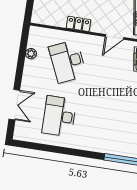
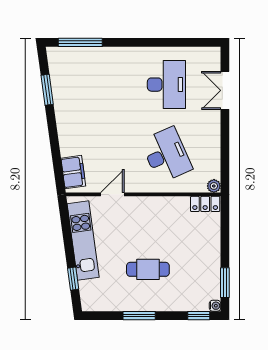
locker: (79, 24) -> (205, 204), moved
plant: (31, 54) -> (214, 186), moved

